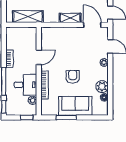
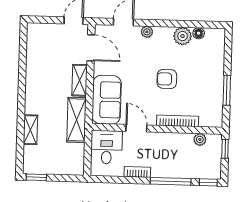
shelving: (28, 17) -> (76, 120), moved
door: (92, 25) -> (91, 48), swing flipped
desk: (25, 85) -> (107, 147), moved
sofa: (75, 106) -> (107, 100), moved, turned 180

